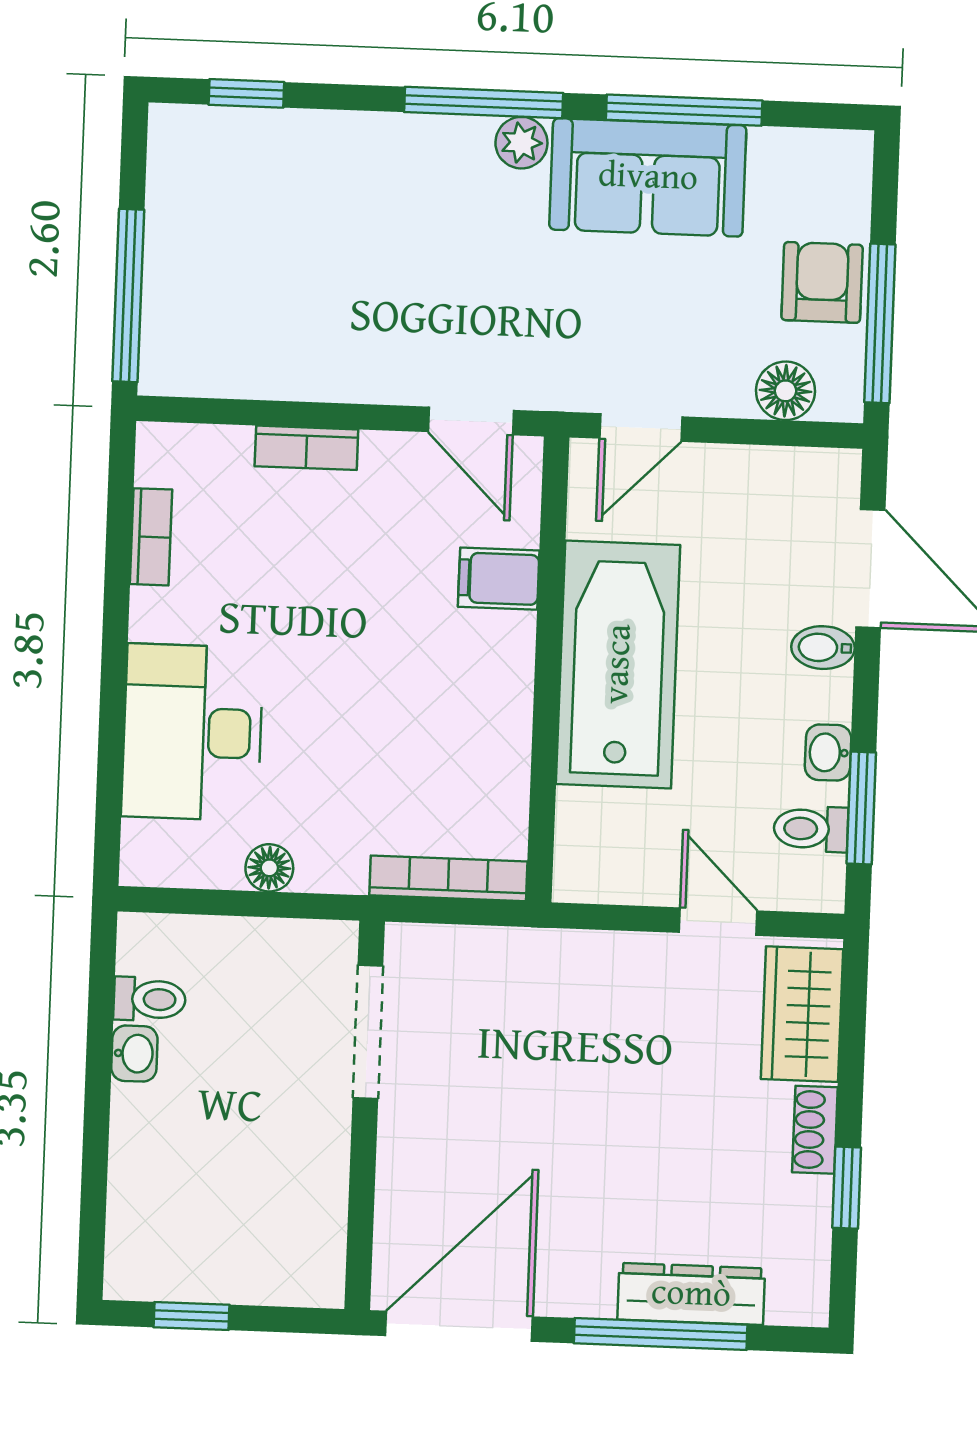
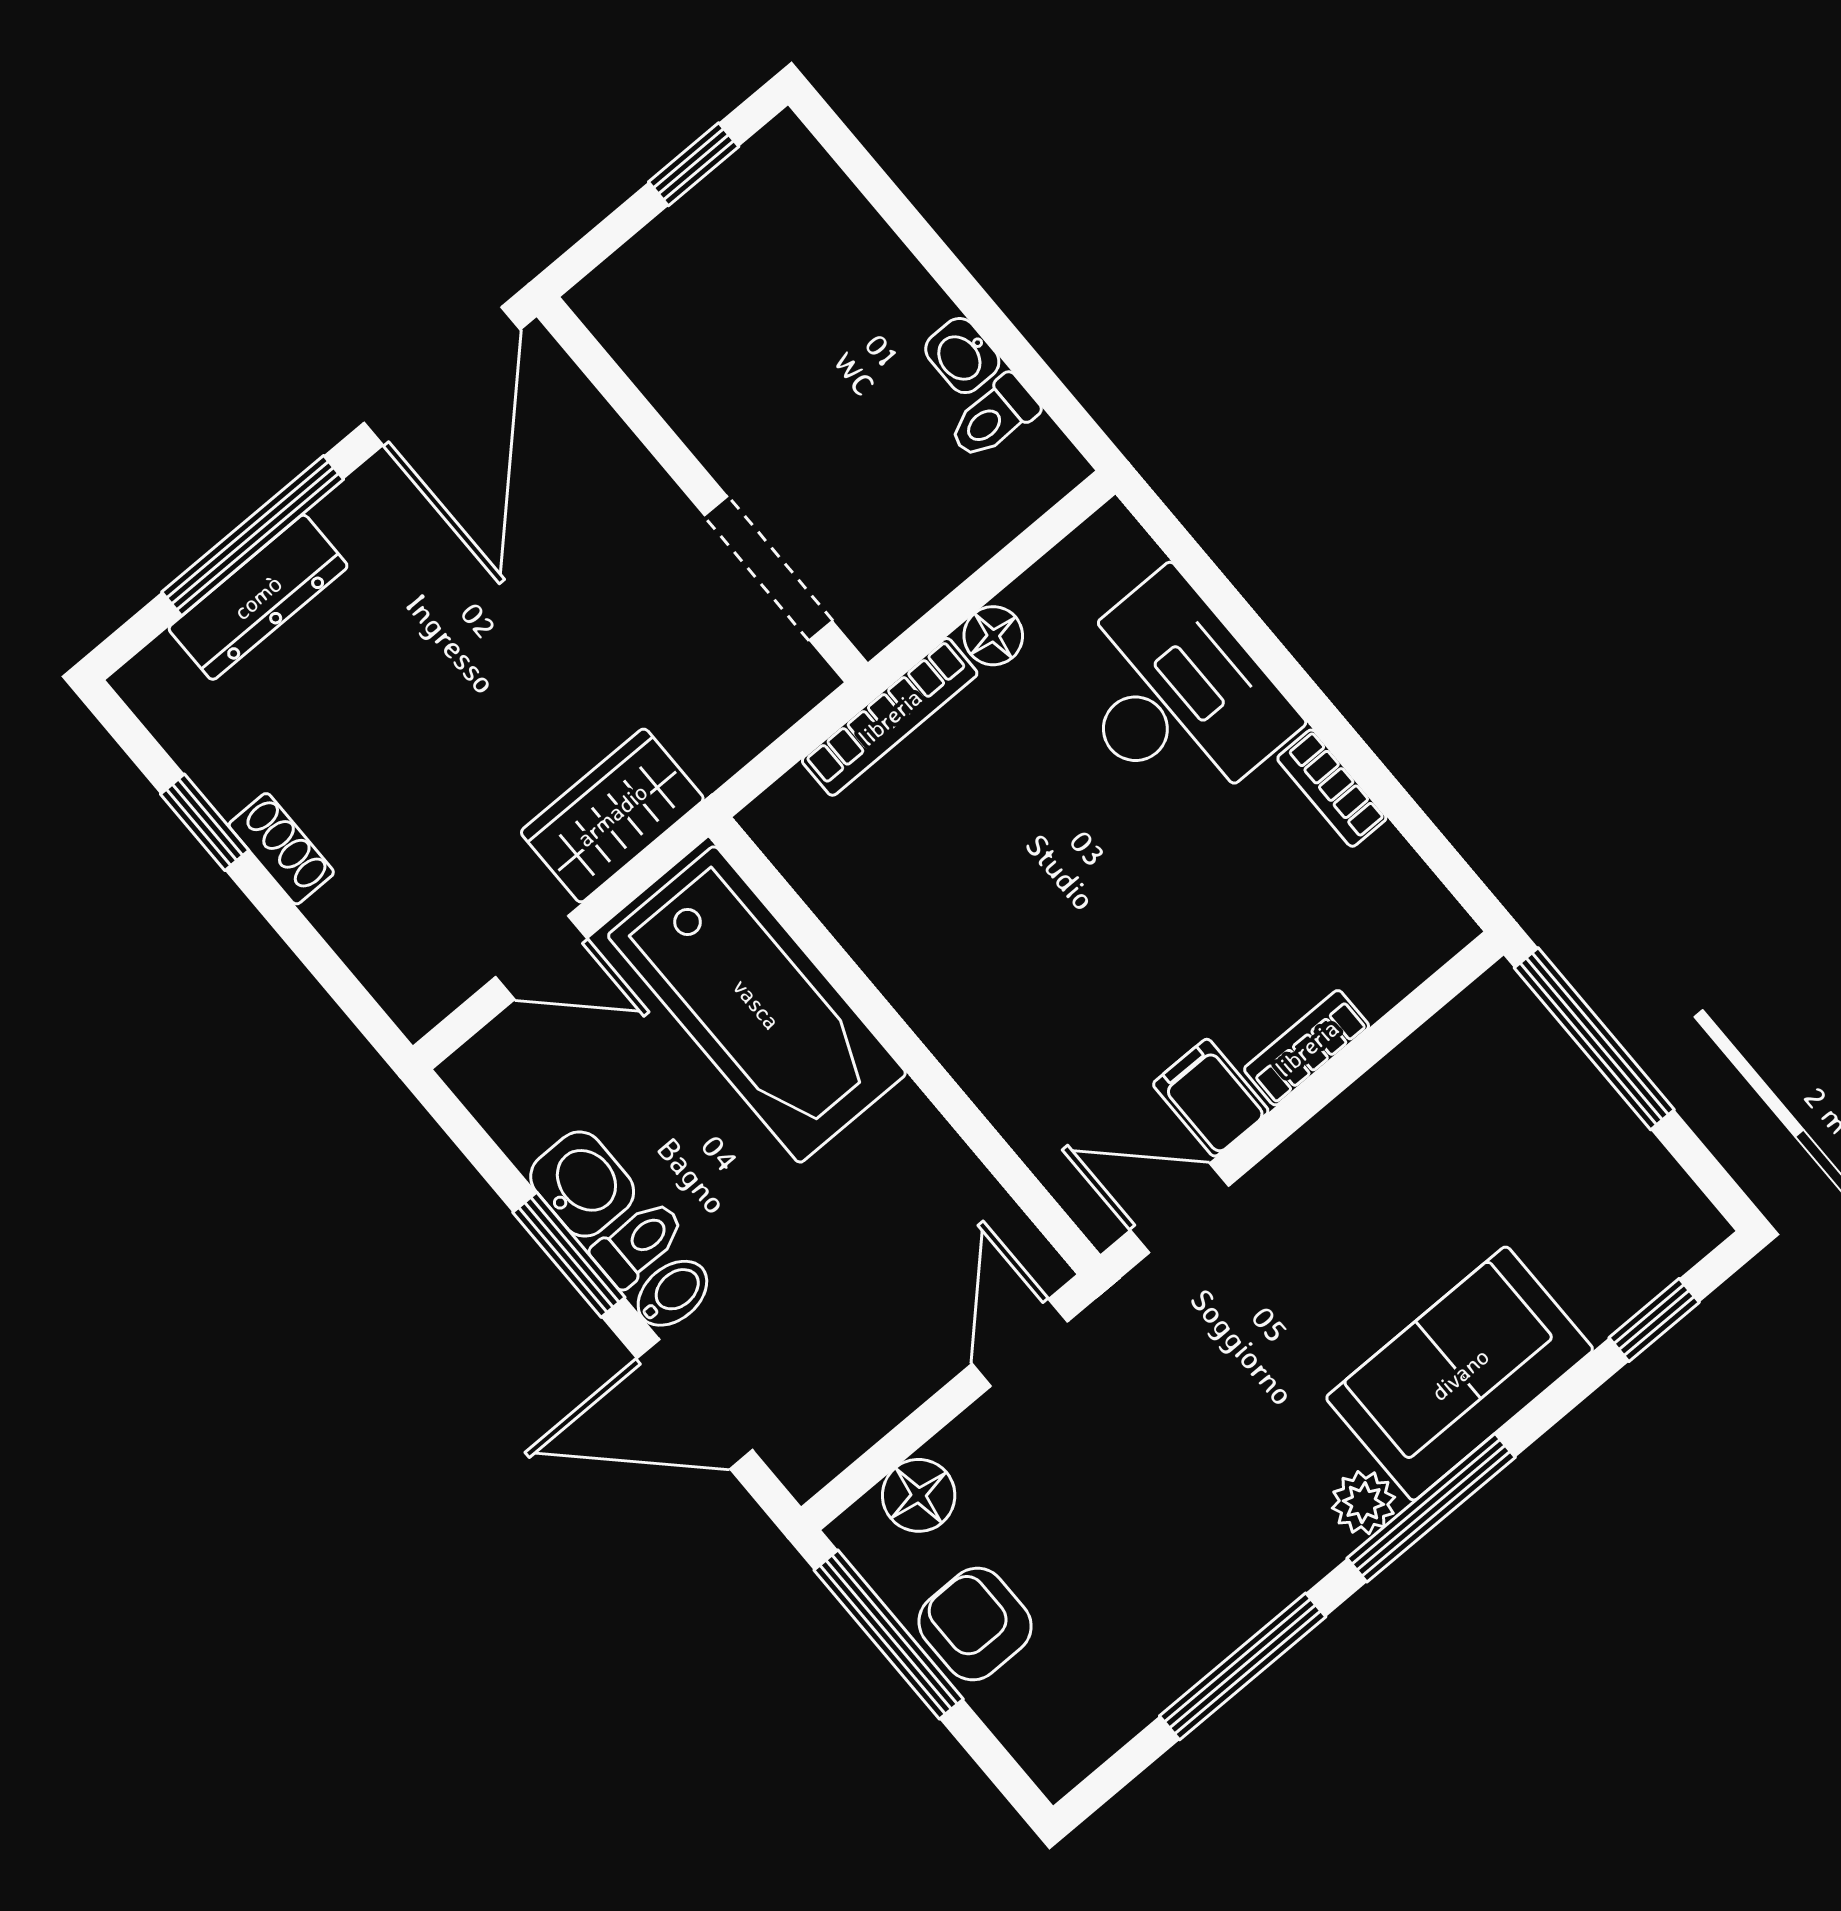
sofa: (648, 177) -> (1460, 1374), moved
armchair: (822, 282) -> (975, 1624), turned 180
bookcase: (151, 537) -> (1332, 788), moved
filing cabinet: (499, 579) -> (1211, 1098), moved, turned -90
bathtub: (618, 664) -> (757, 1004), moved
washbasin: (828, 753) -> (582, 1184), width x1.38, depth x1.45
window: (861, 808) -> (569, 1255), moved
toilet: (811, 829) -> (638, 1243), moved
bookcase: (448, 878) -> (890, 717), moved
wardrobe: (802, 1014) -> (612, 815), moved, turned -90

